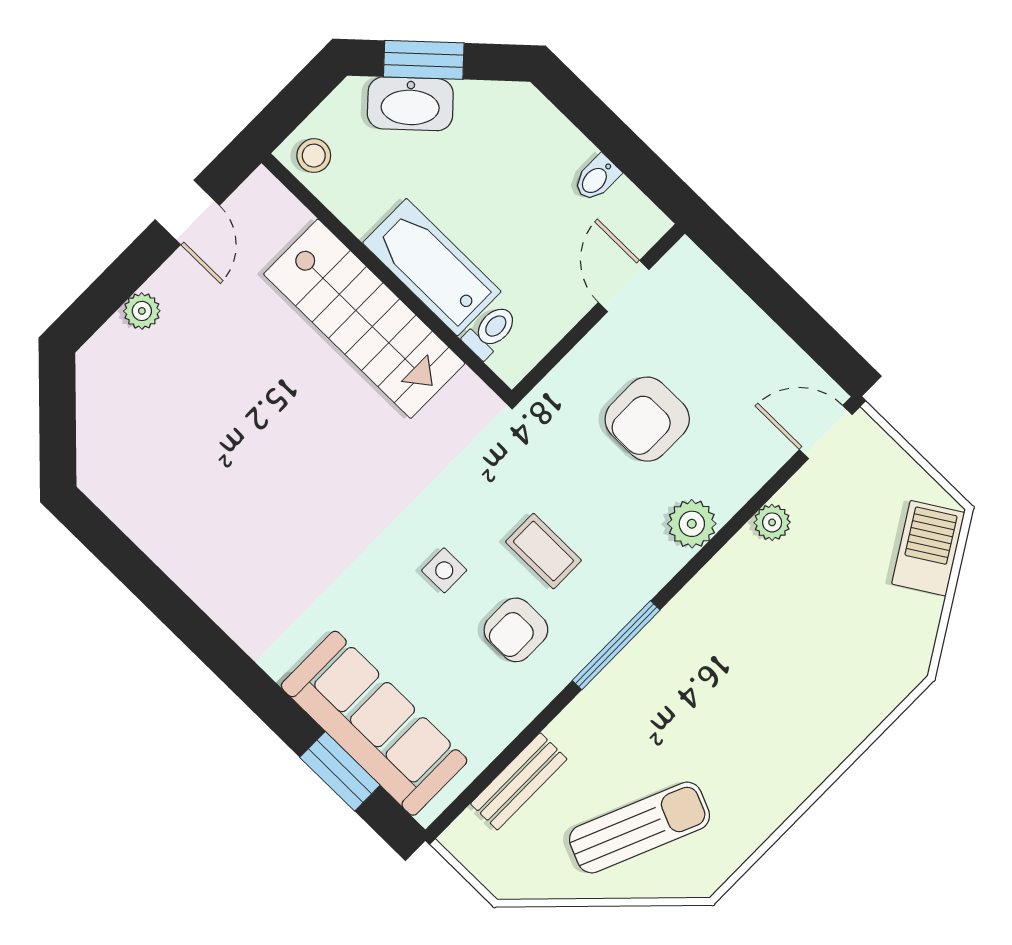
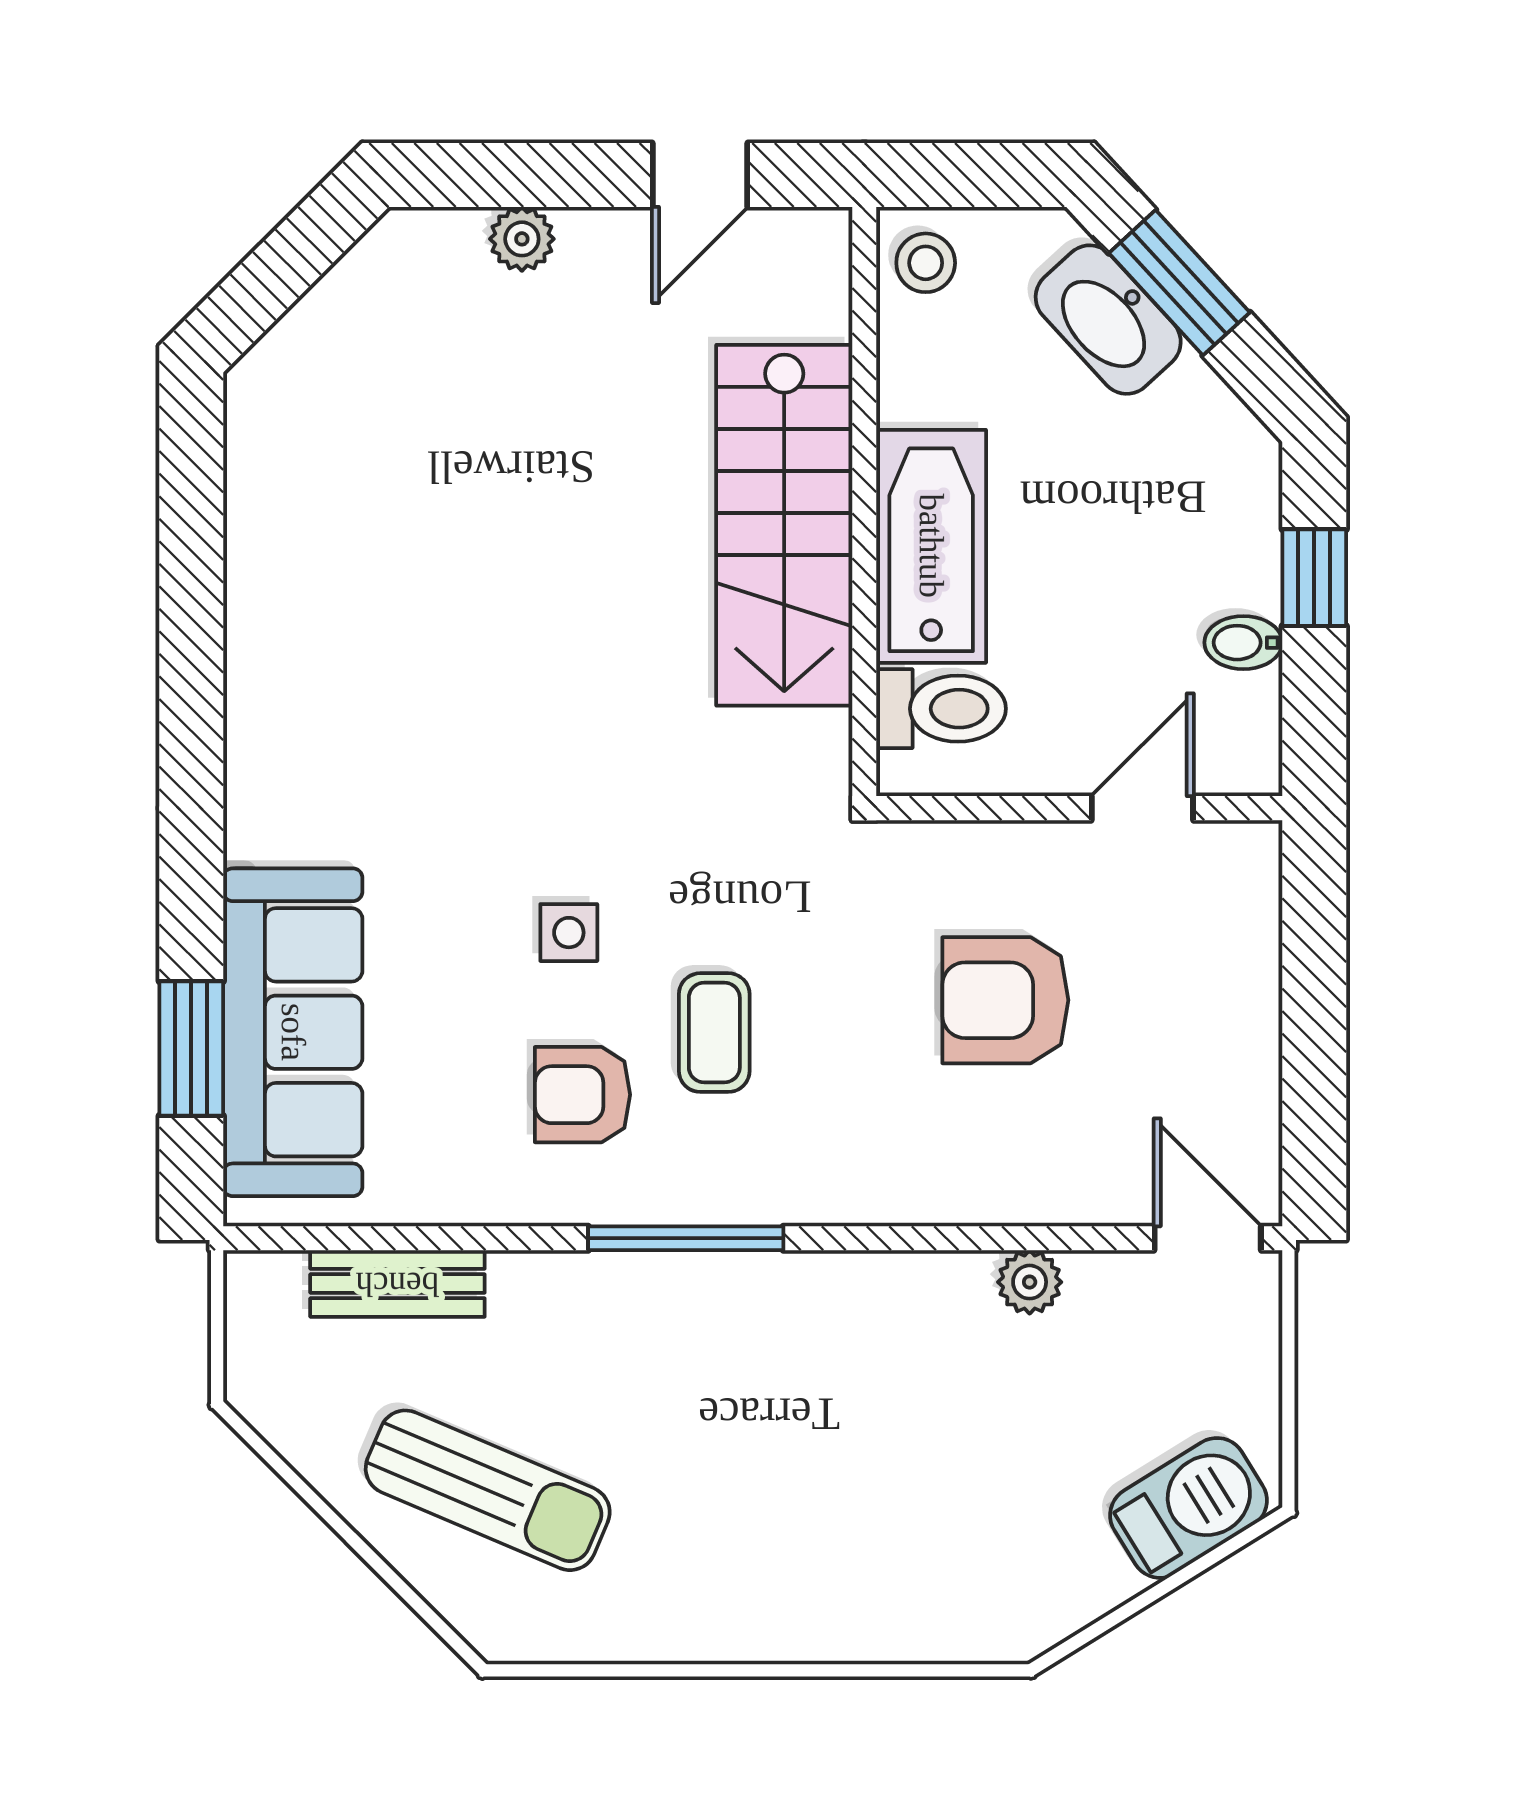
window: (599, 123) -> (1314, 578), added
toilet: (491, 331) -> (941, 709), width x1.37, depth x1.39
plant: (692, 524) -> (930, 1184), removed

